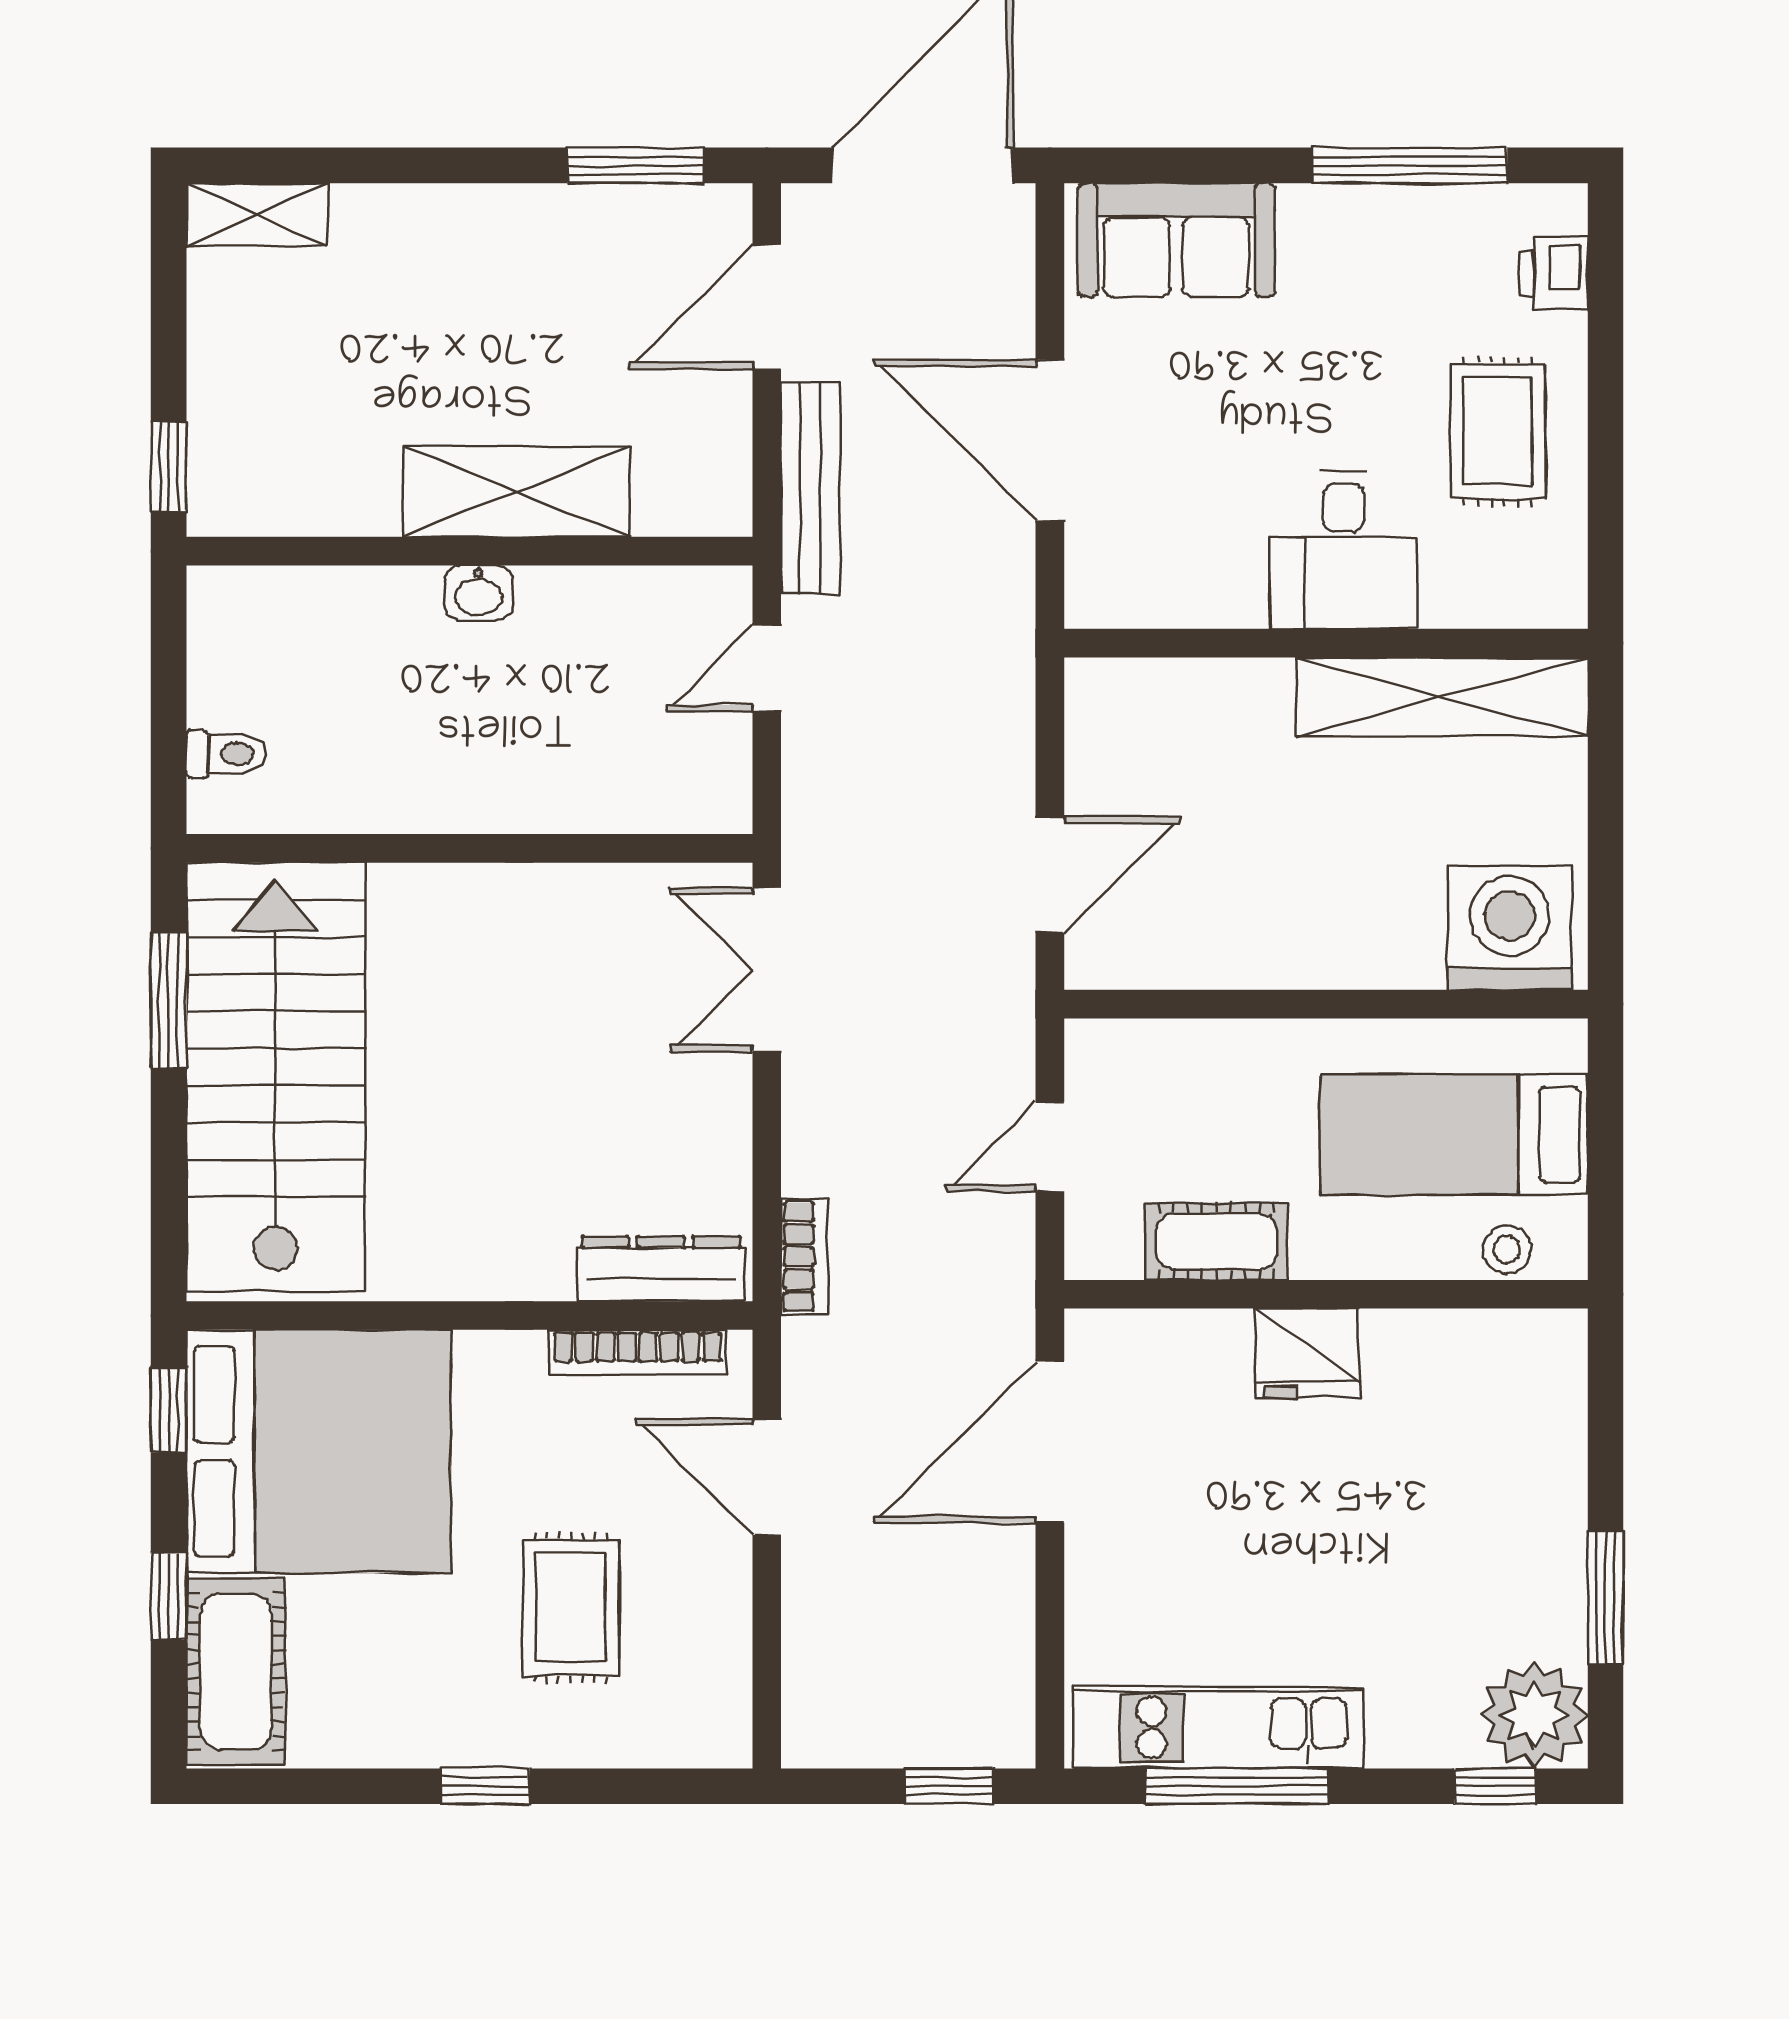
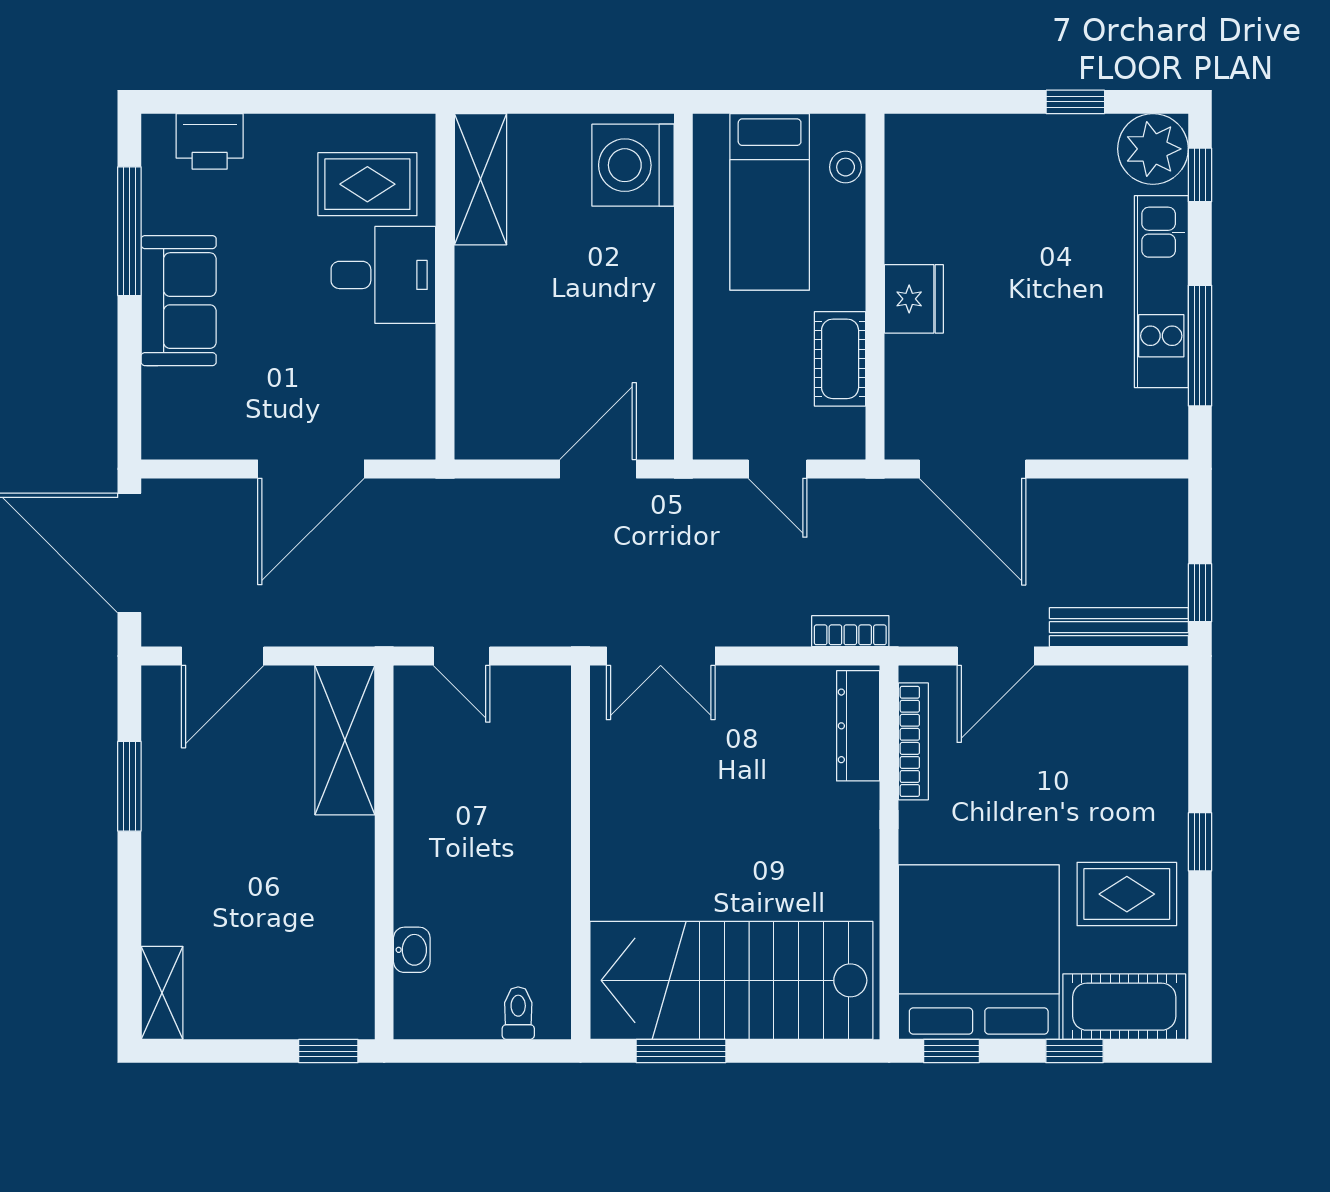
window: (636, 165) -> (129, 786), moved
sofa: (1176, 240) -> (179, 301), moved
printer: (1554, 273) -> (210, 141), width x1.36, depth x1.24
door: (767, 307) -> (223, 656), hinge flipped
rug: (1498, 431) -> (367, 184), moved
bench: (810, 489) -> (1119, 627), moved
shelving: (516, 492) -> (345, 740), moved
washbasin: (478, 593) -> (412, 950), moved
shelving: (1442, 697) -> (480, 179), width x0.68
door: (1050, 875) -> (598, 469), hinge flipped
window: (1605, 1598) -> (1075, 102), width x0.67
rug: (571, 1607) -> (1127, 894), moved
kitchen unit: (1218, 1728) -> (1161, 292), moved
window: (949, 1786) -> (1200, 593), moved

